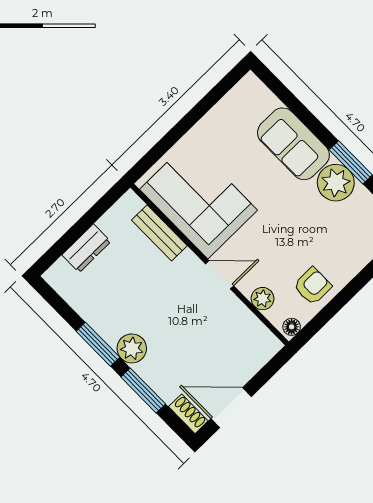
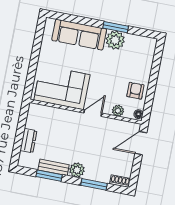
sofa: (293, 144) -> (79, 35), width x1.36
bench: (159, 233) -> (54, 167), moved
window: (98, 344) -> (49, 176), moved
door: (231, 408) -> (141, 143), moved

